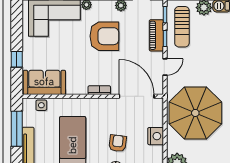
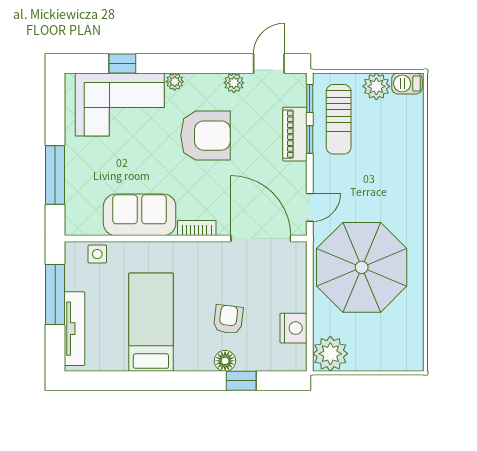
window: (17, 59) -> (55, 175), width x2.17
door: (165, 67) -> (310, 207), moved
sofa: (44, 82) -> (140, 215), moved
nightstand: (156, 136) -> (293, 328), moved

